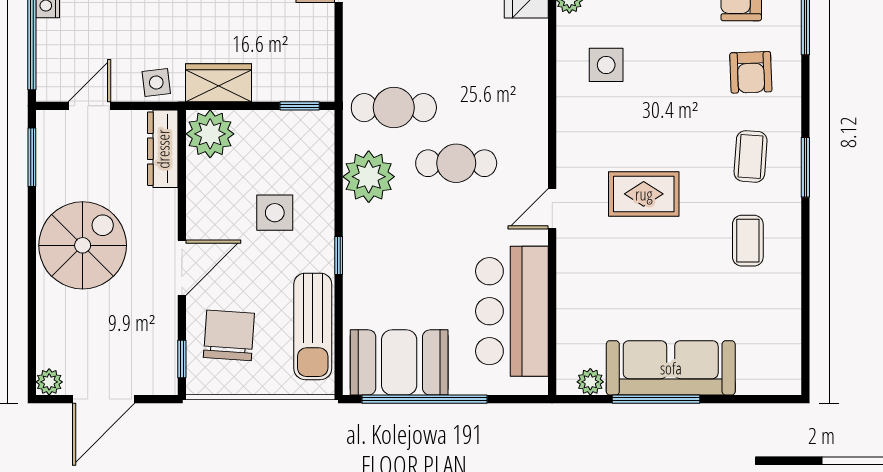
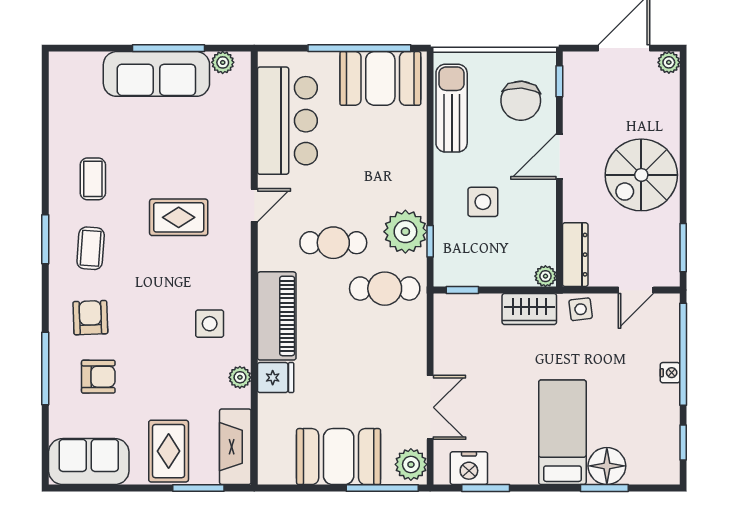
piano: (525, 74) -> (277, 316), added
plant: (210, 134) -> (545, 276), width x0.53, depth x0.53
window: (339, 256) -> (430, 241), moved

